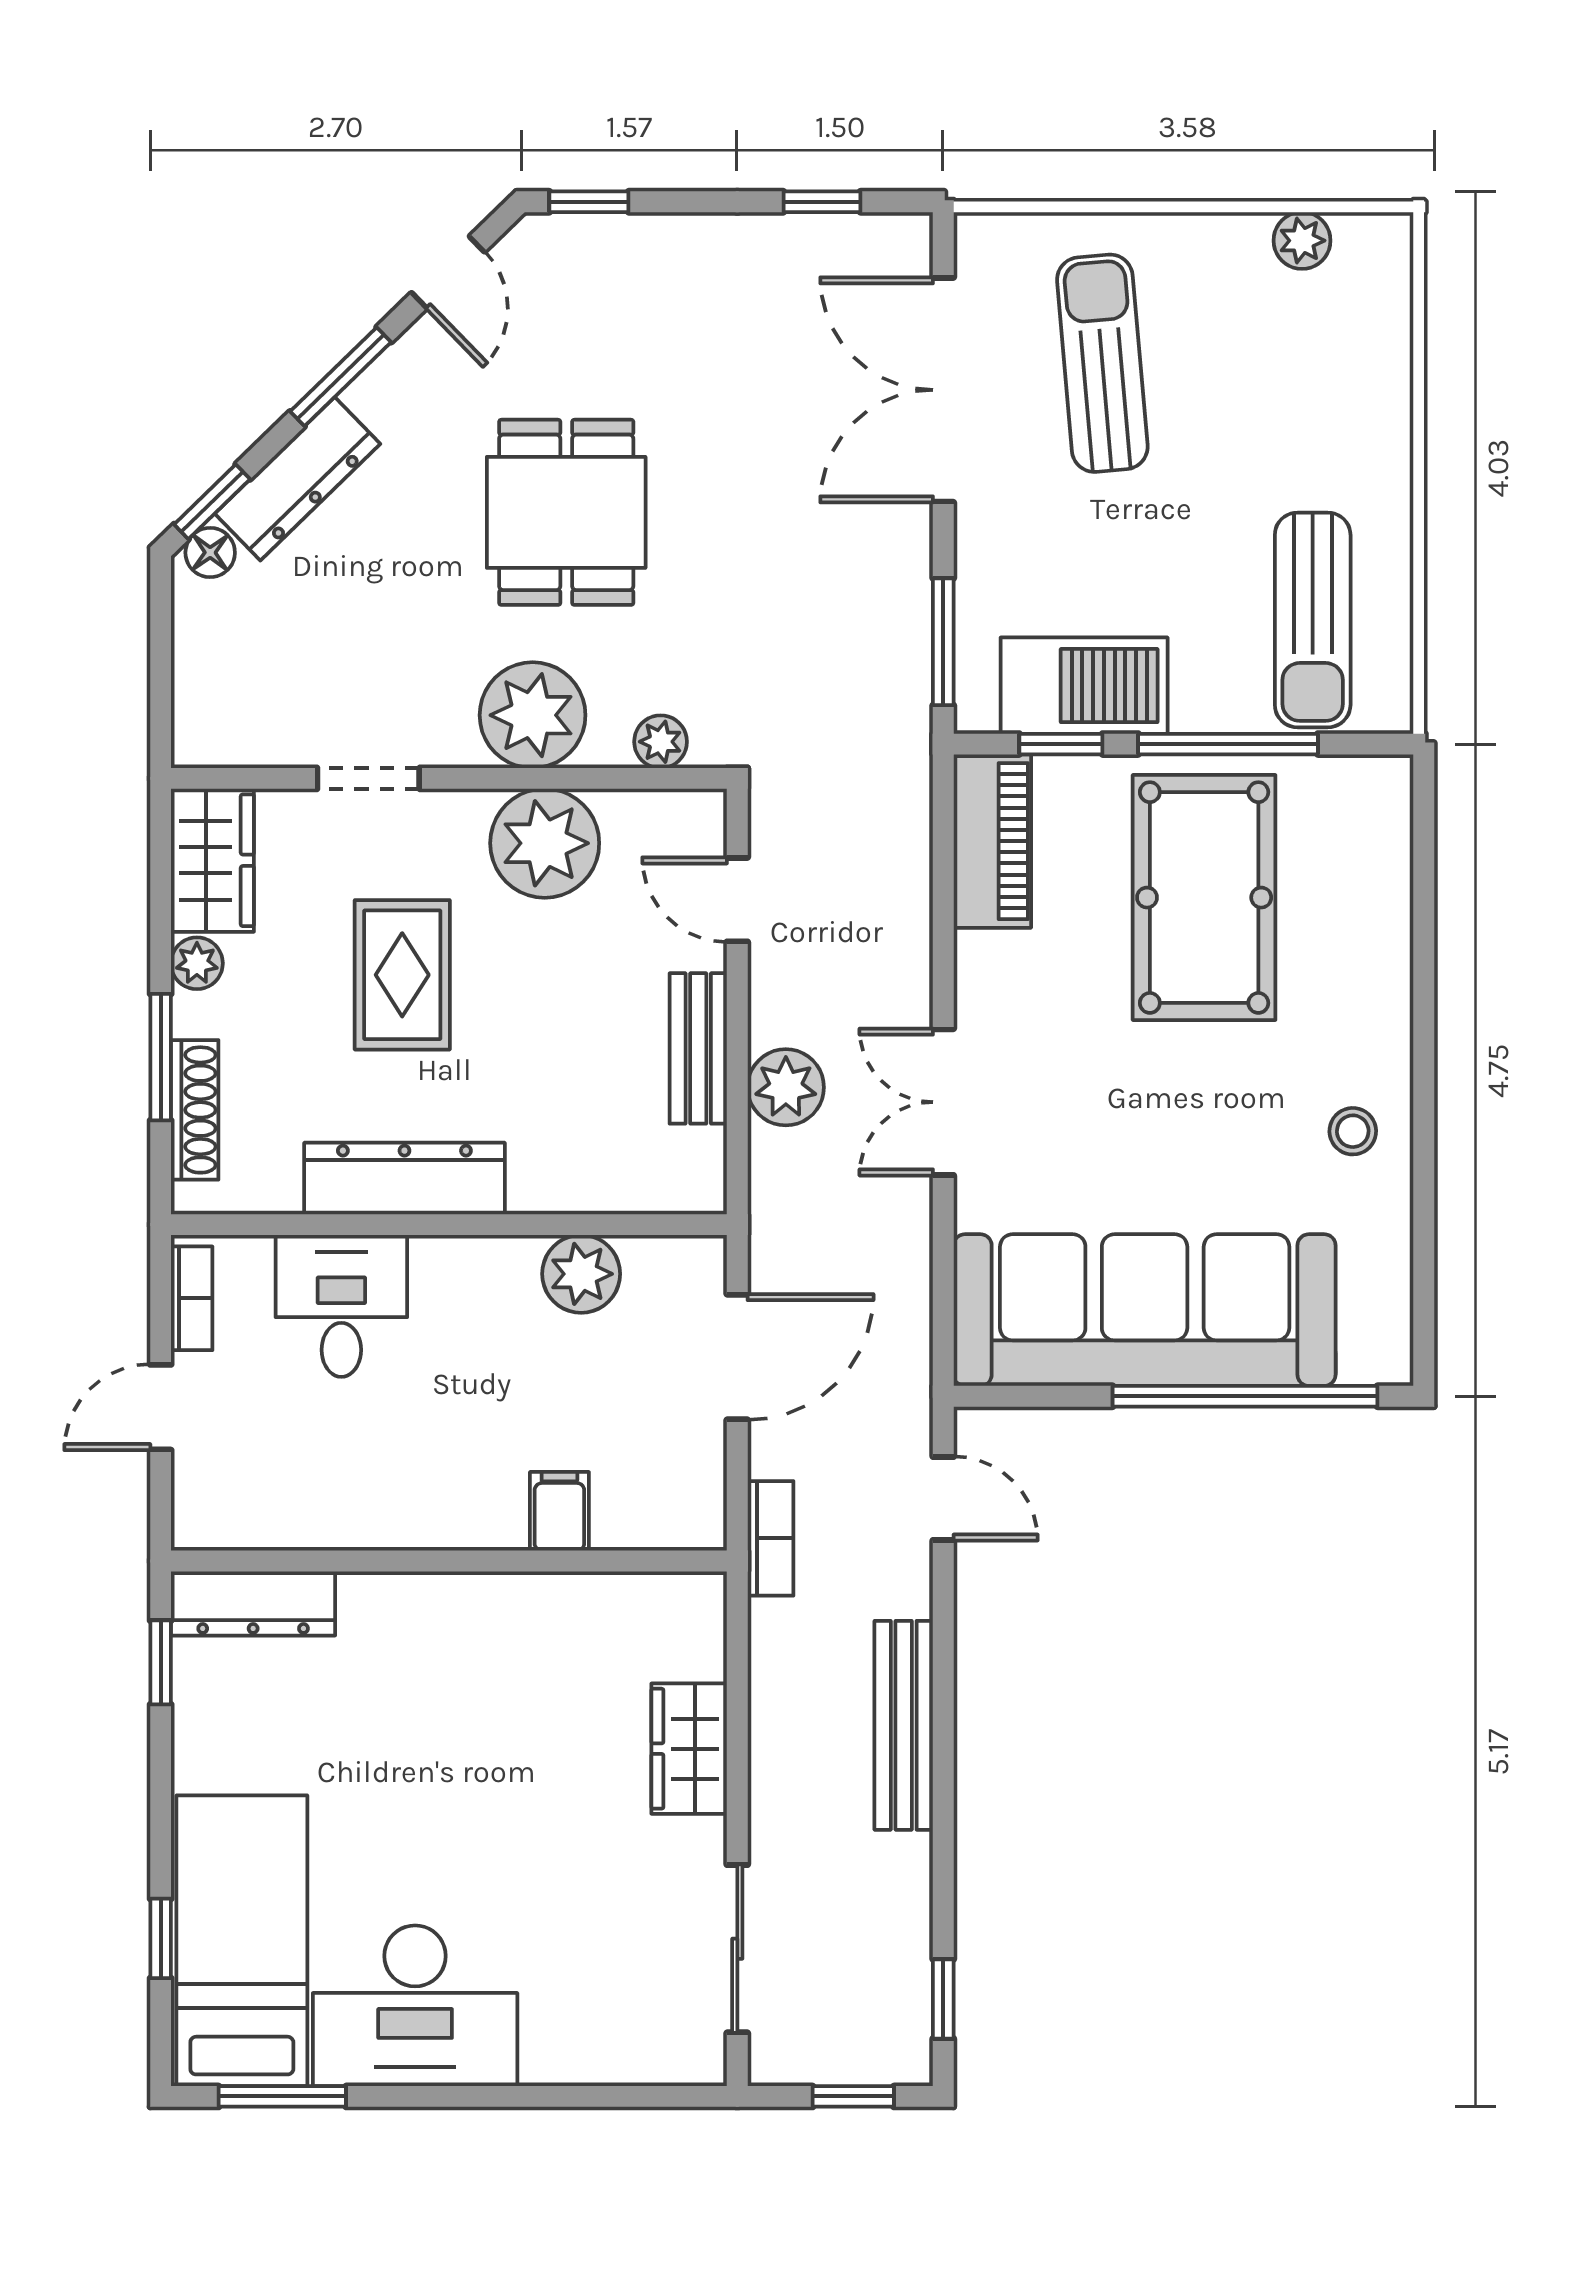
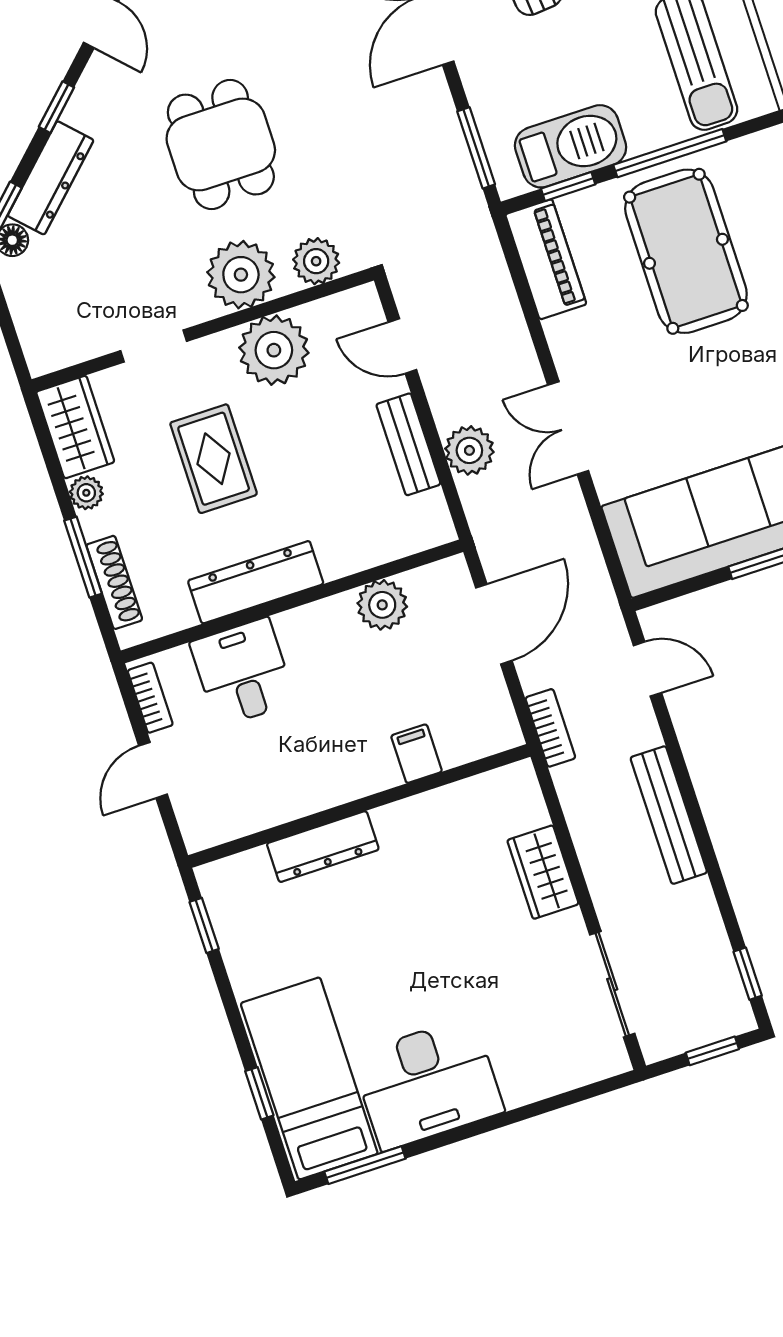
window: (341, 377) -> (56, 107), width x0.67
plant: (661, 742) -> (316, 261), width x1.38, depth x1.38
dresser: (253, 1603) -> (323, 847), moved

